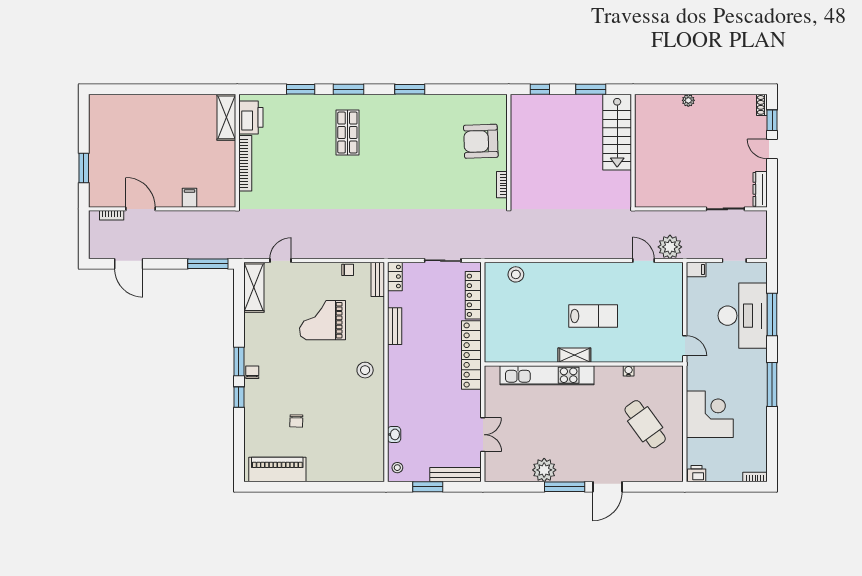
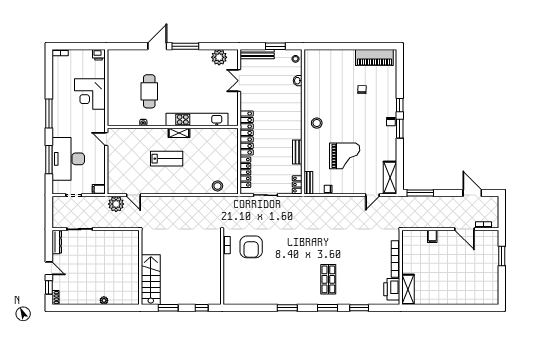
armchair: (481, 141) -> (251, 247), moved, turned 92
lab bench: (593, 316) -> (167, 159), turned 180
cafe table: (645, 424) -> (149, 91), moved, turned 36
plant: (544, 470) -> (219, 57), moved

